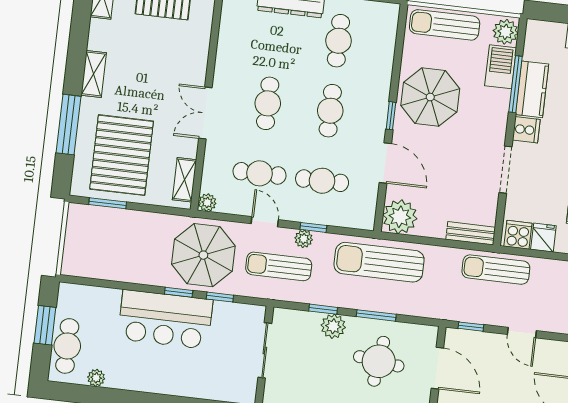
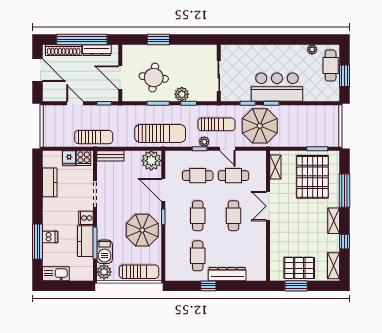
window: (79, 35) -> (345, 242), added
double door: (205, 113) -> (268, 206), swing flipped
plant: (207, 203) -> (261, 156), removed

